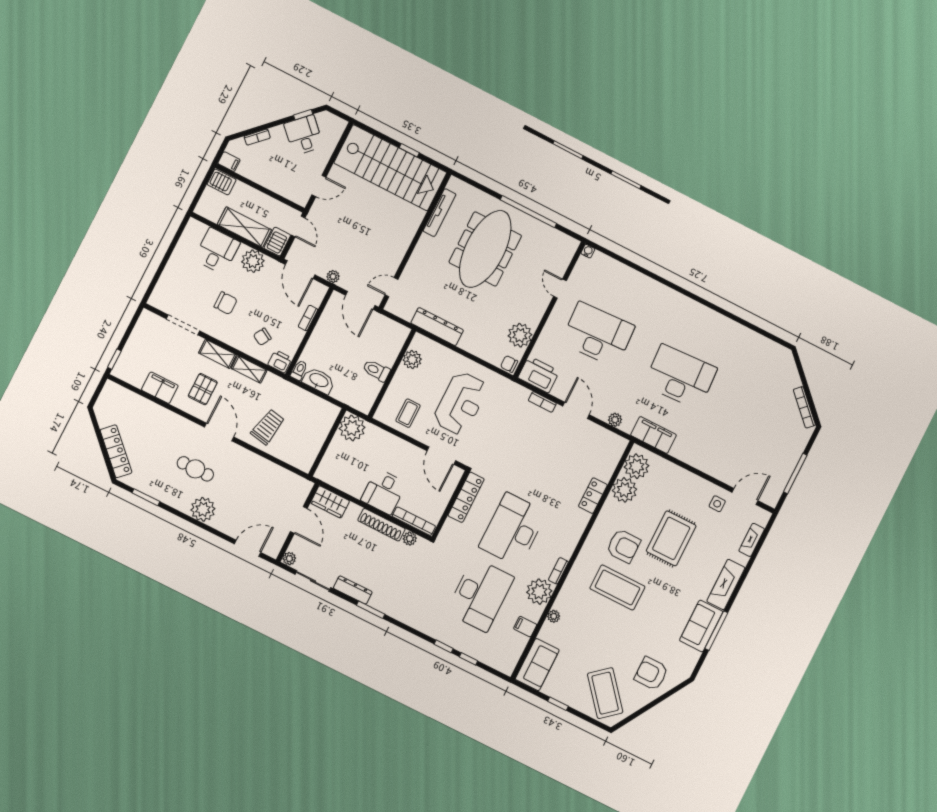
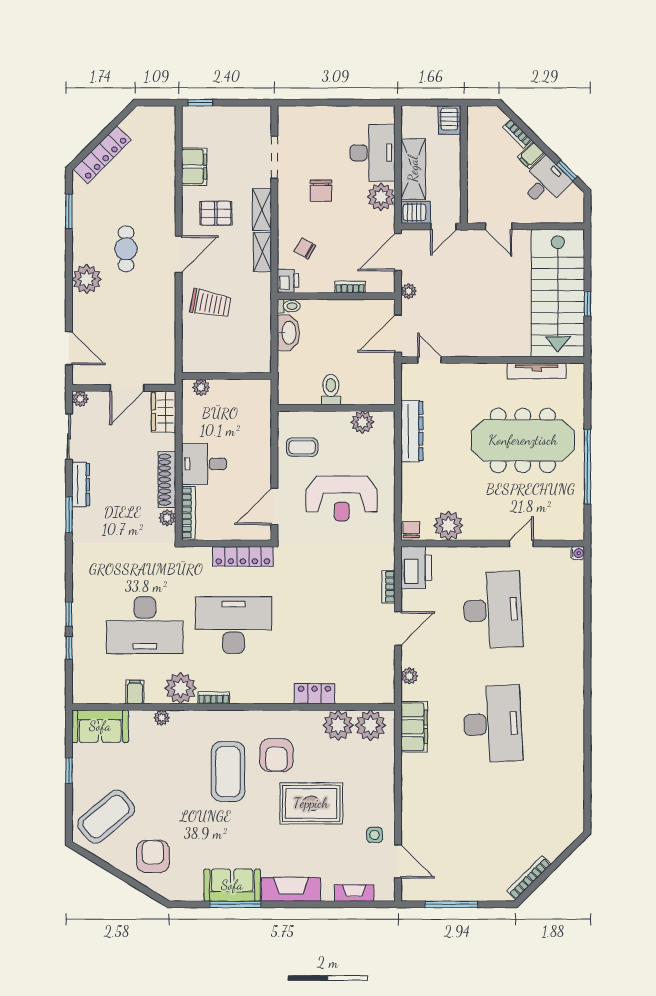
filing cabinet: (229, 162) -> (531, 155), moved, turned 45
desk: (217, 251) -> (373, 153), width x1.37
plant: (352, 428) -> (201, 387), moved, width x0.53, depth x0.53

